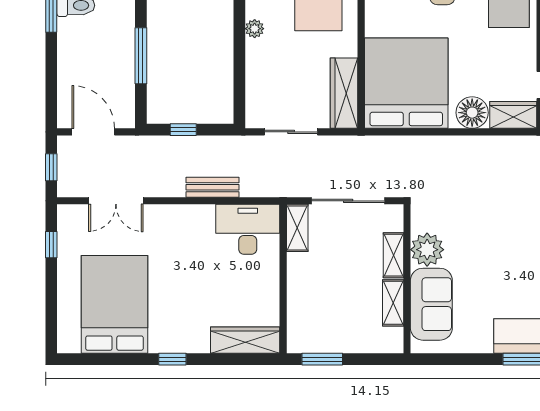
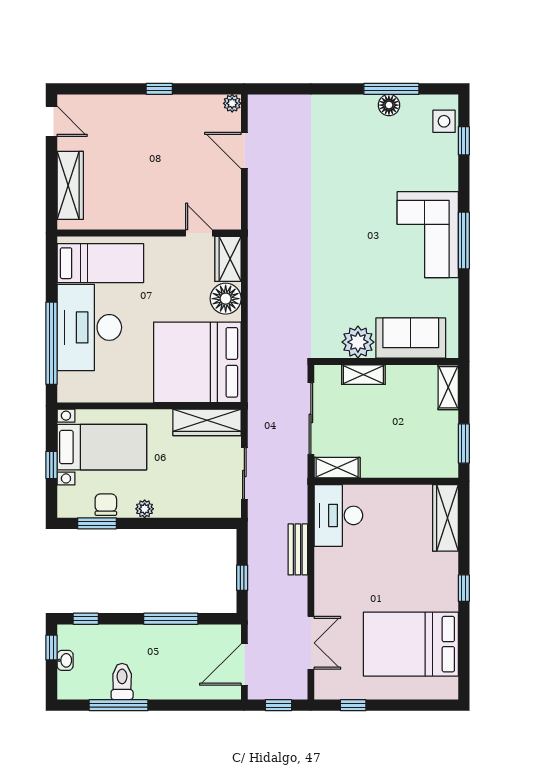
shelving: (393, 303) -> (448, 387), moved, turned 90

